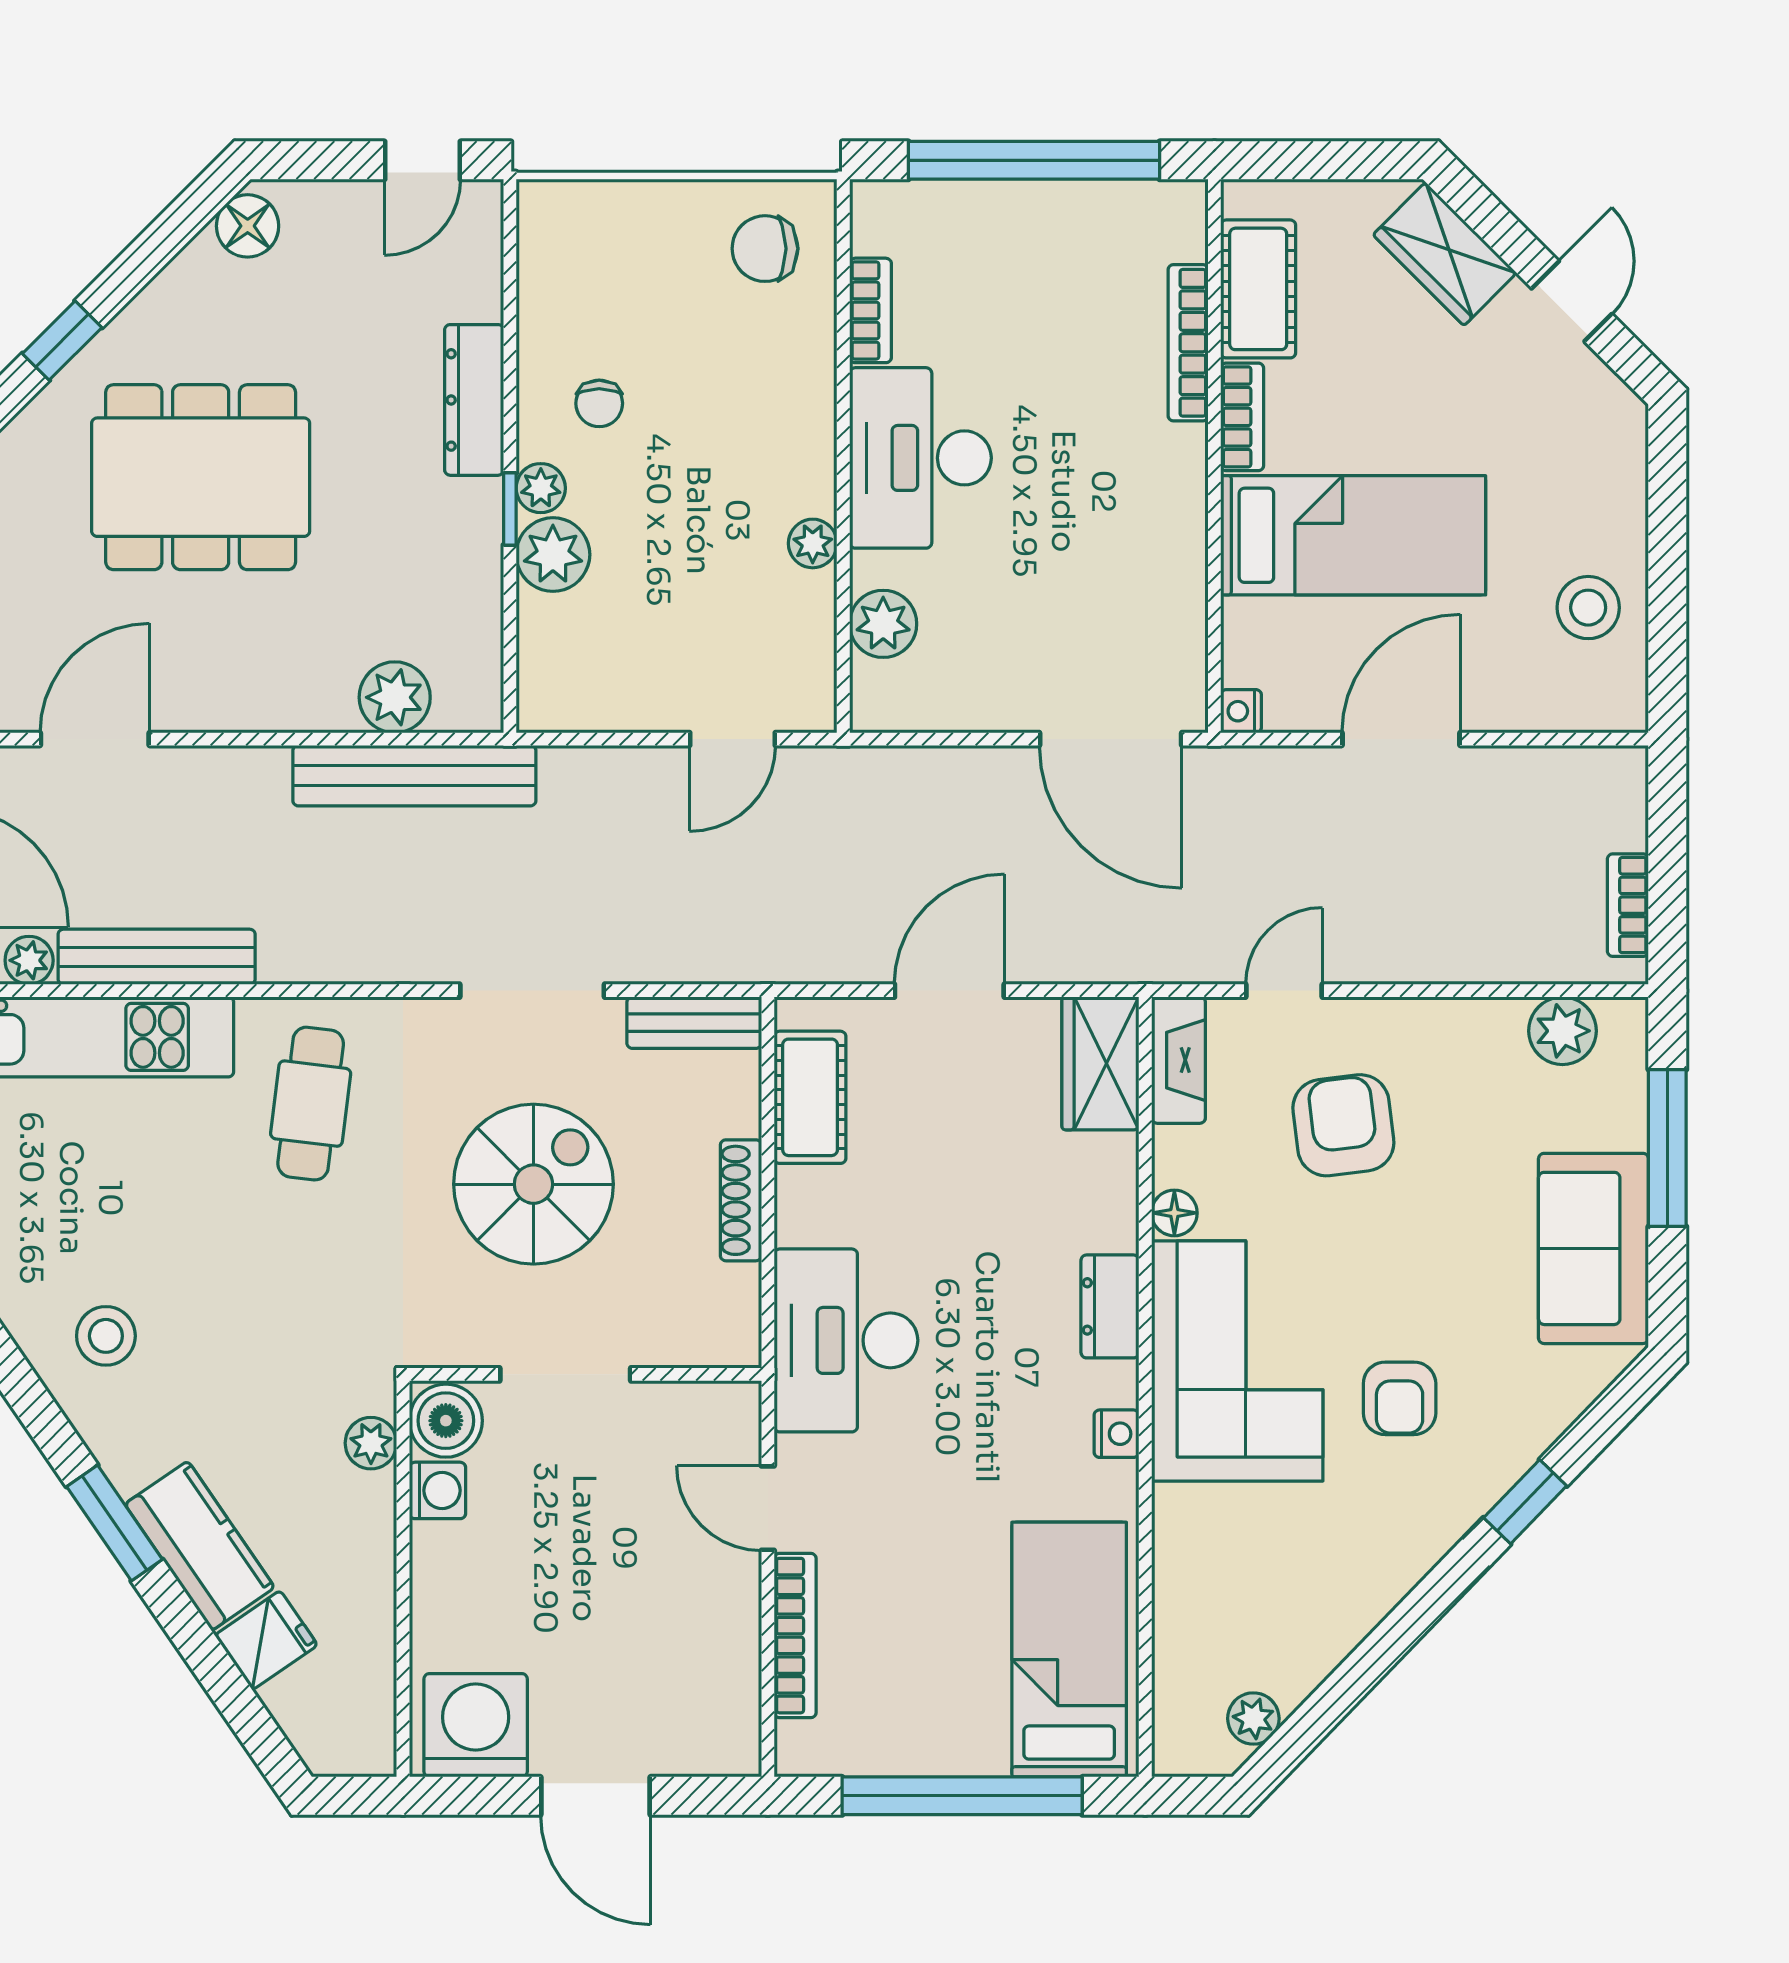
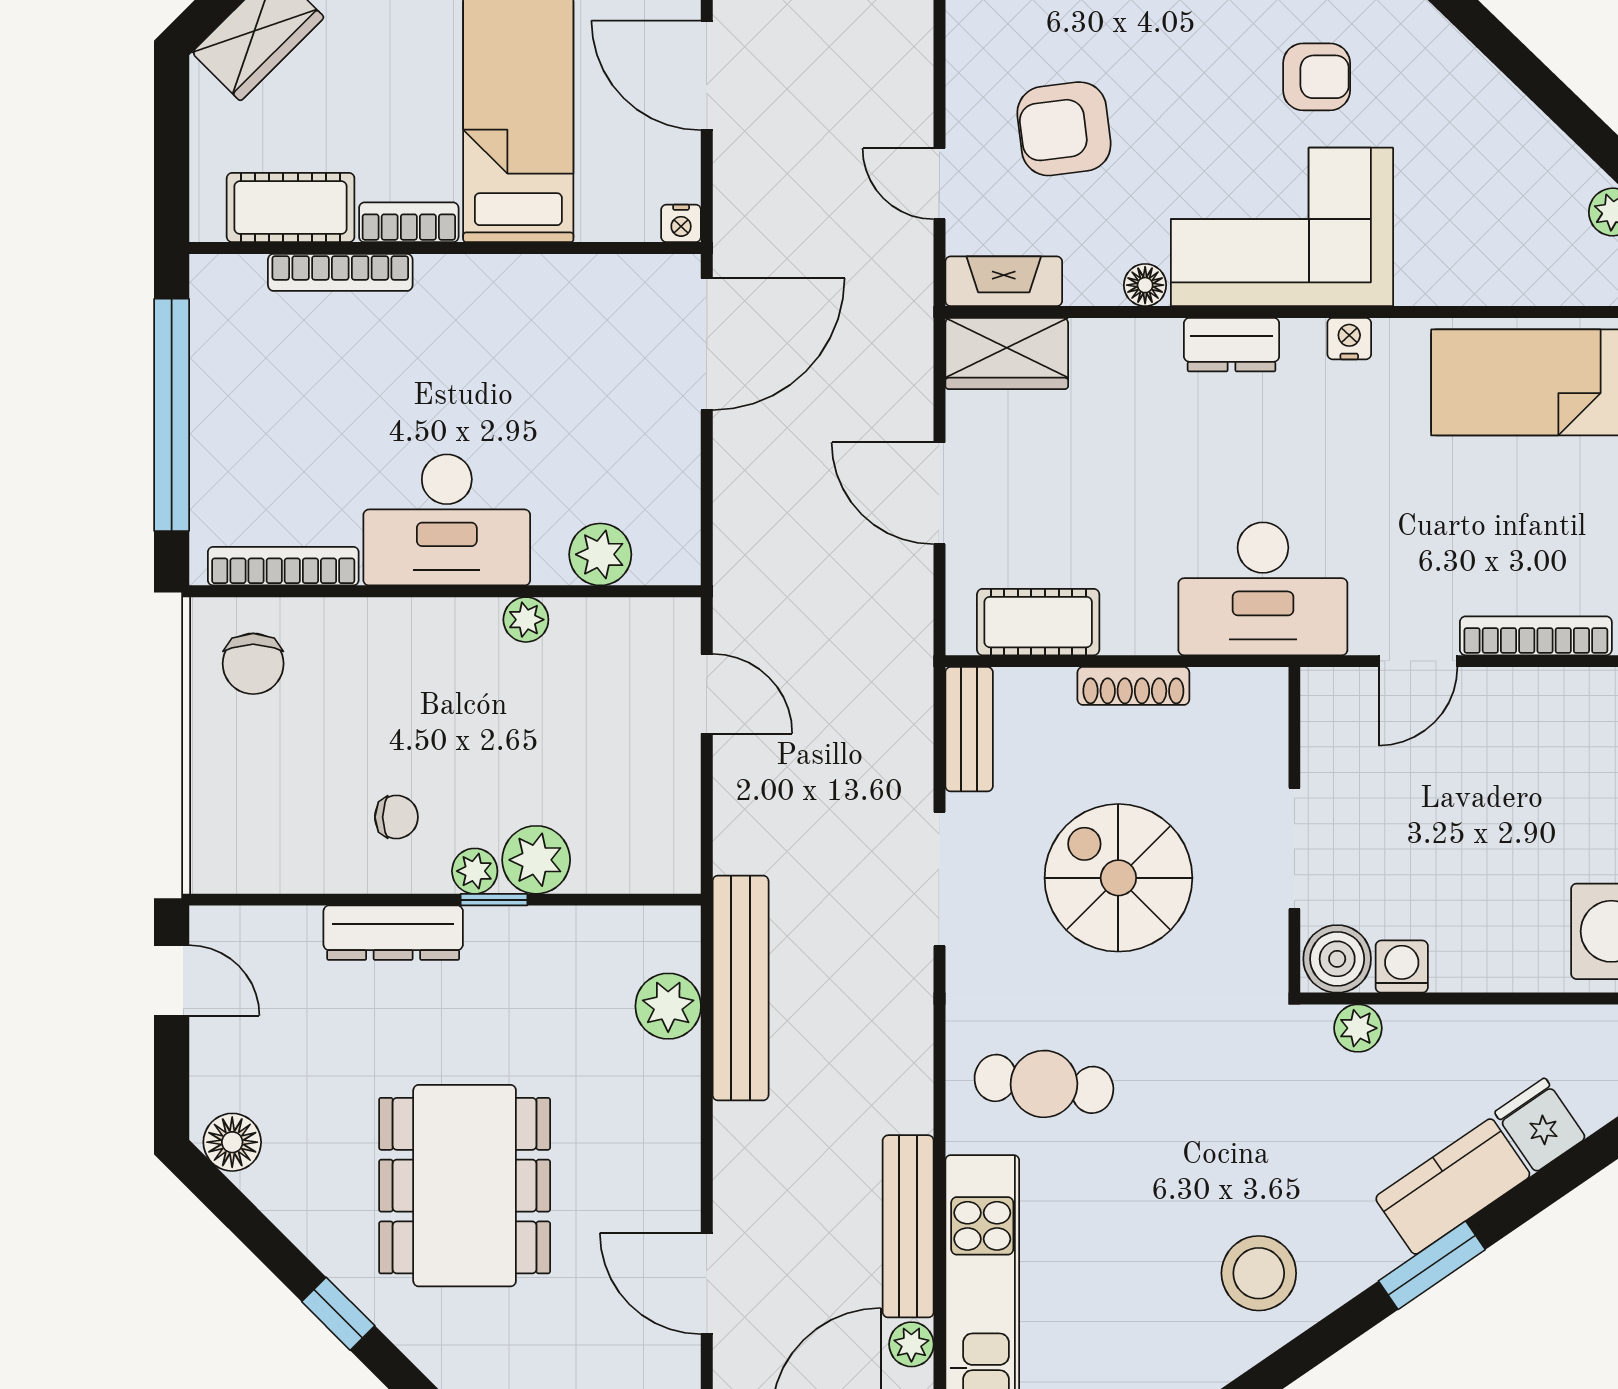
bookcase: (870, 310) -> (283, 566), width x1.56
stool: (106, 1336) -> (1259, 1273), width x1.38, depth x1.38

